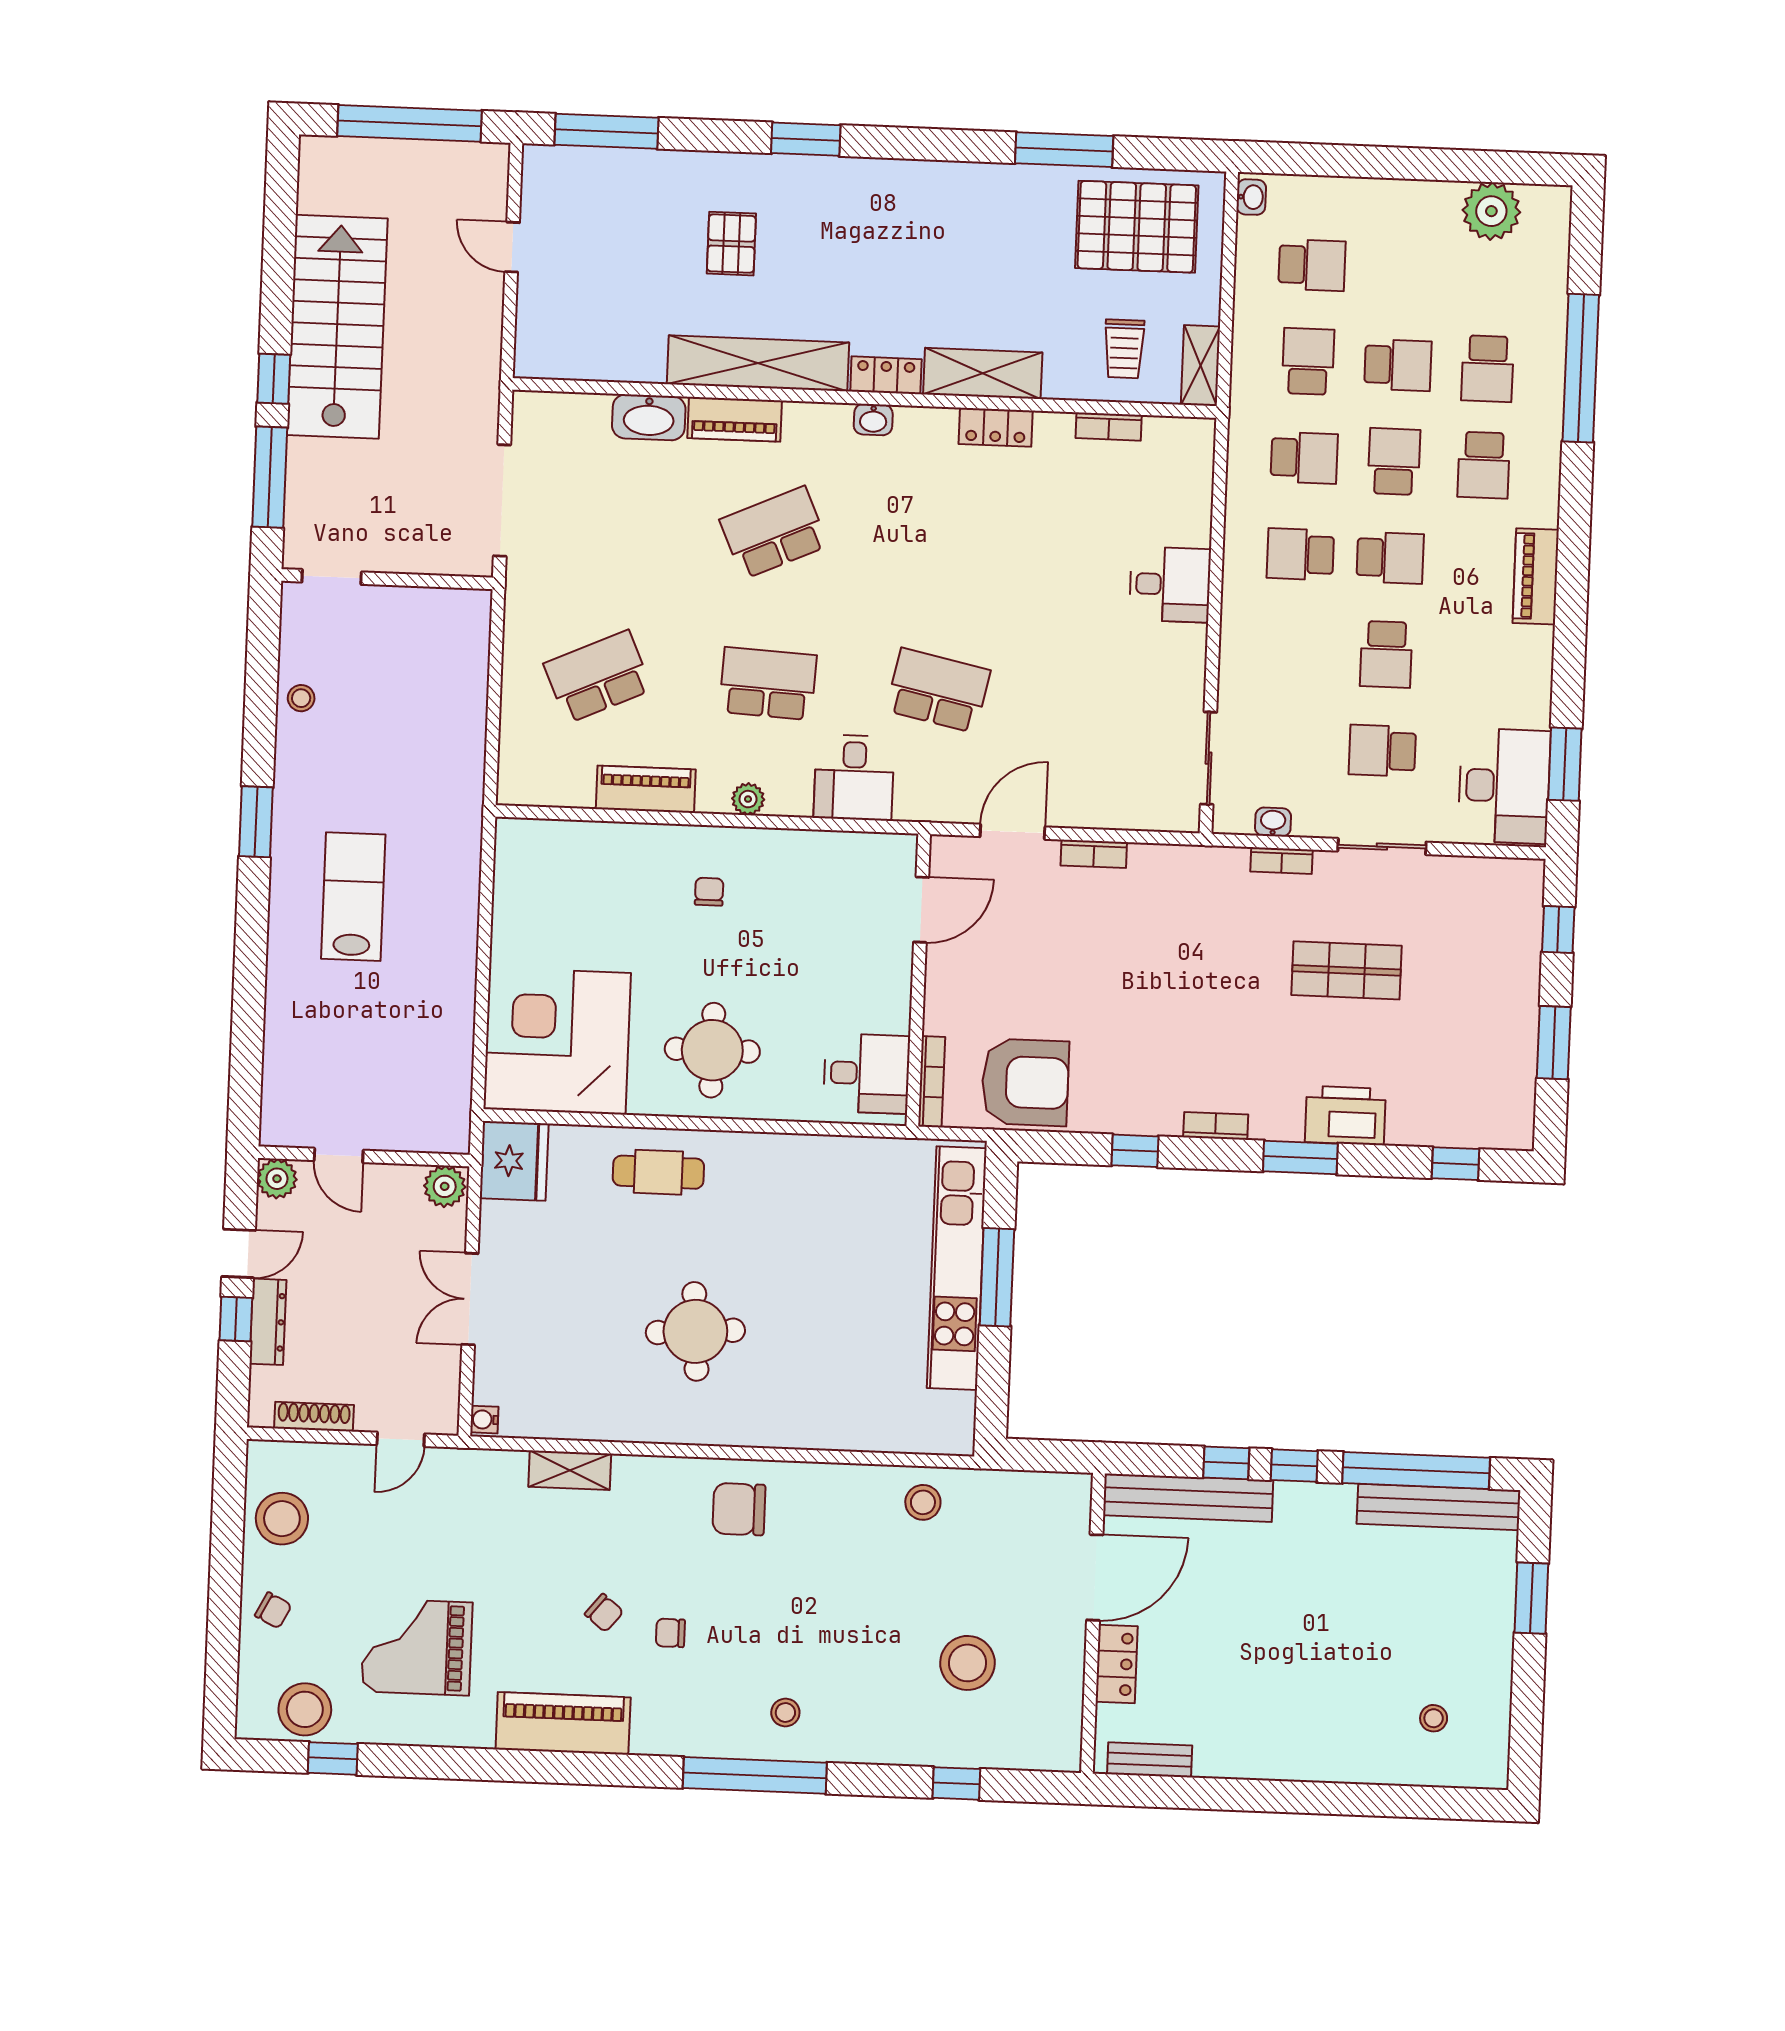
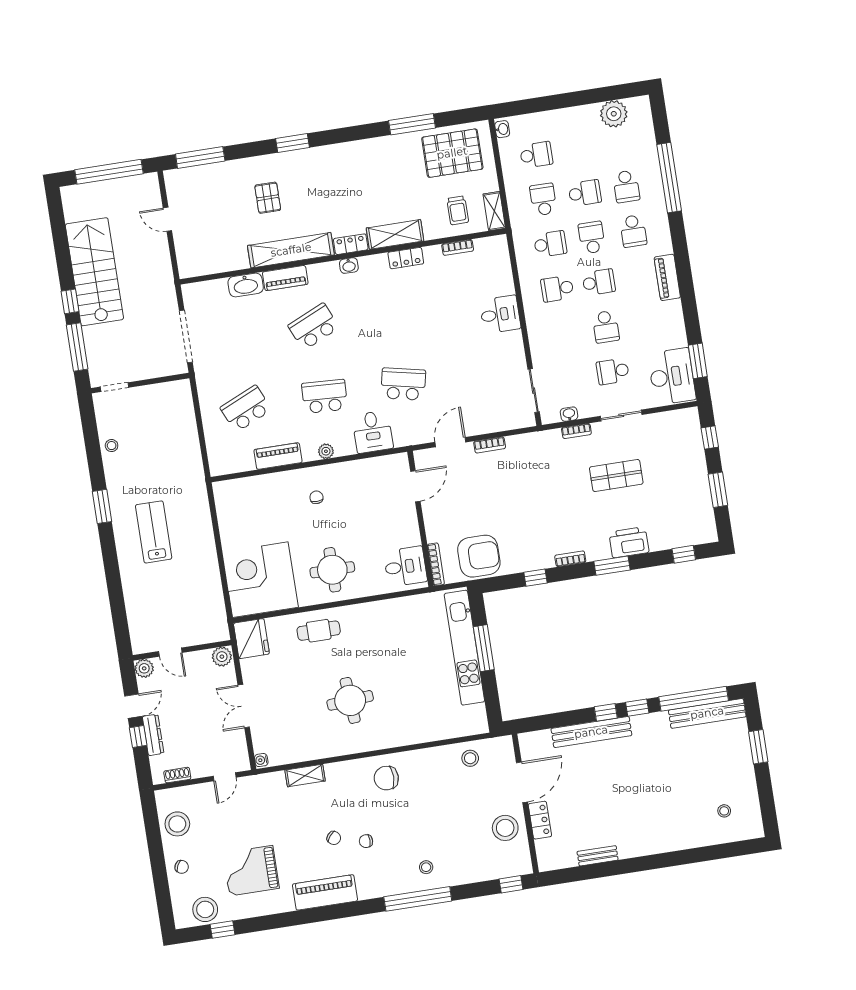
shoe rack: (314, 1417) -> (177, 775), width x0.70
door: (1095, 1577) -> (522, 782), moved
wall: (1093, 1623) -> (525, 804), moved
locker: (1117, 1664) -> (540, 820), moved

